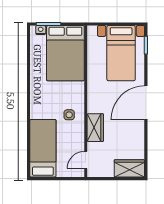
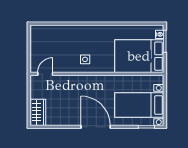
wardrobe: (95, 128) -> (74, 82), removed
bed: (43, 148) -> (56, 36), removed
door: (86, 160) -> (45, 74), hinge flipped

